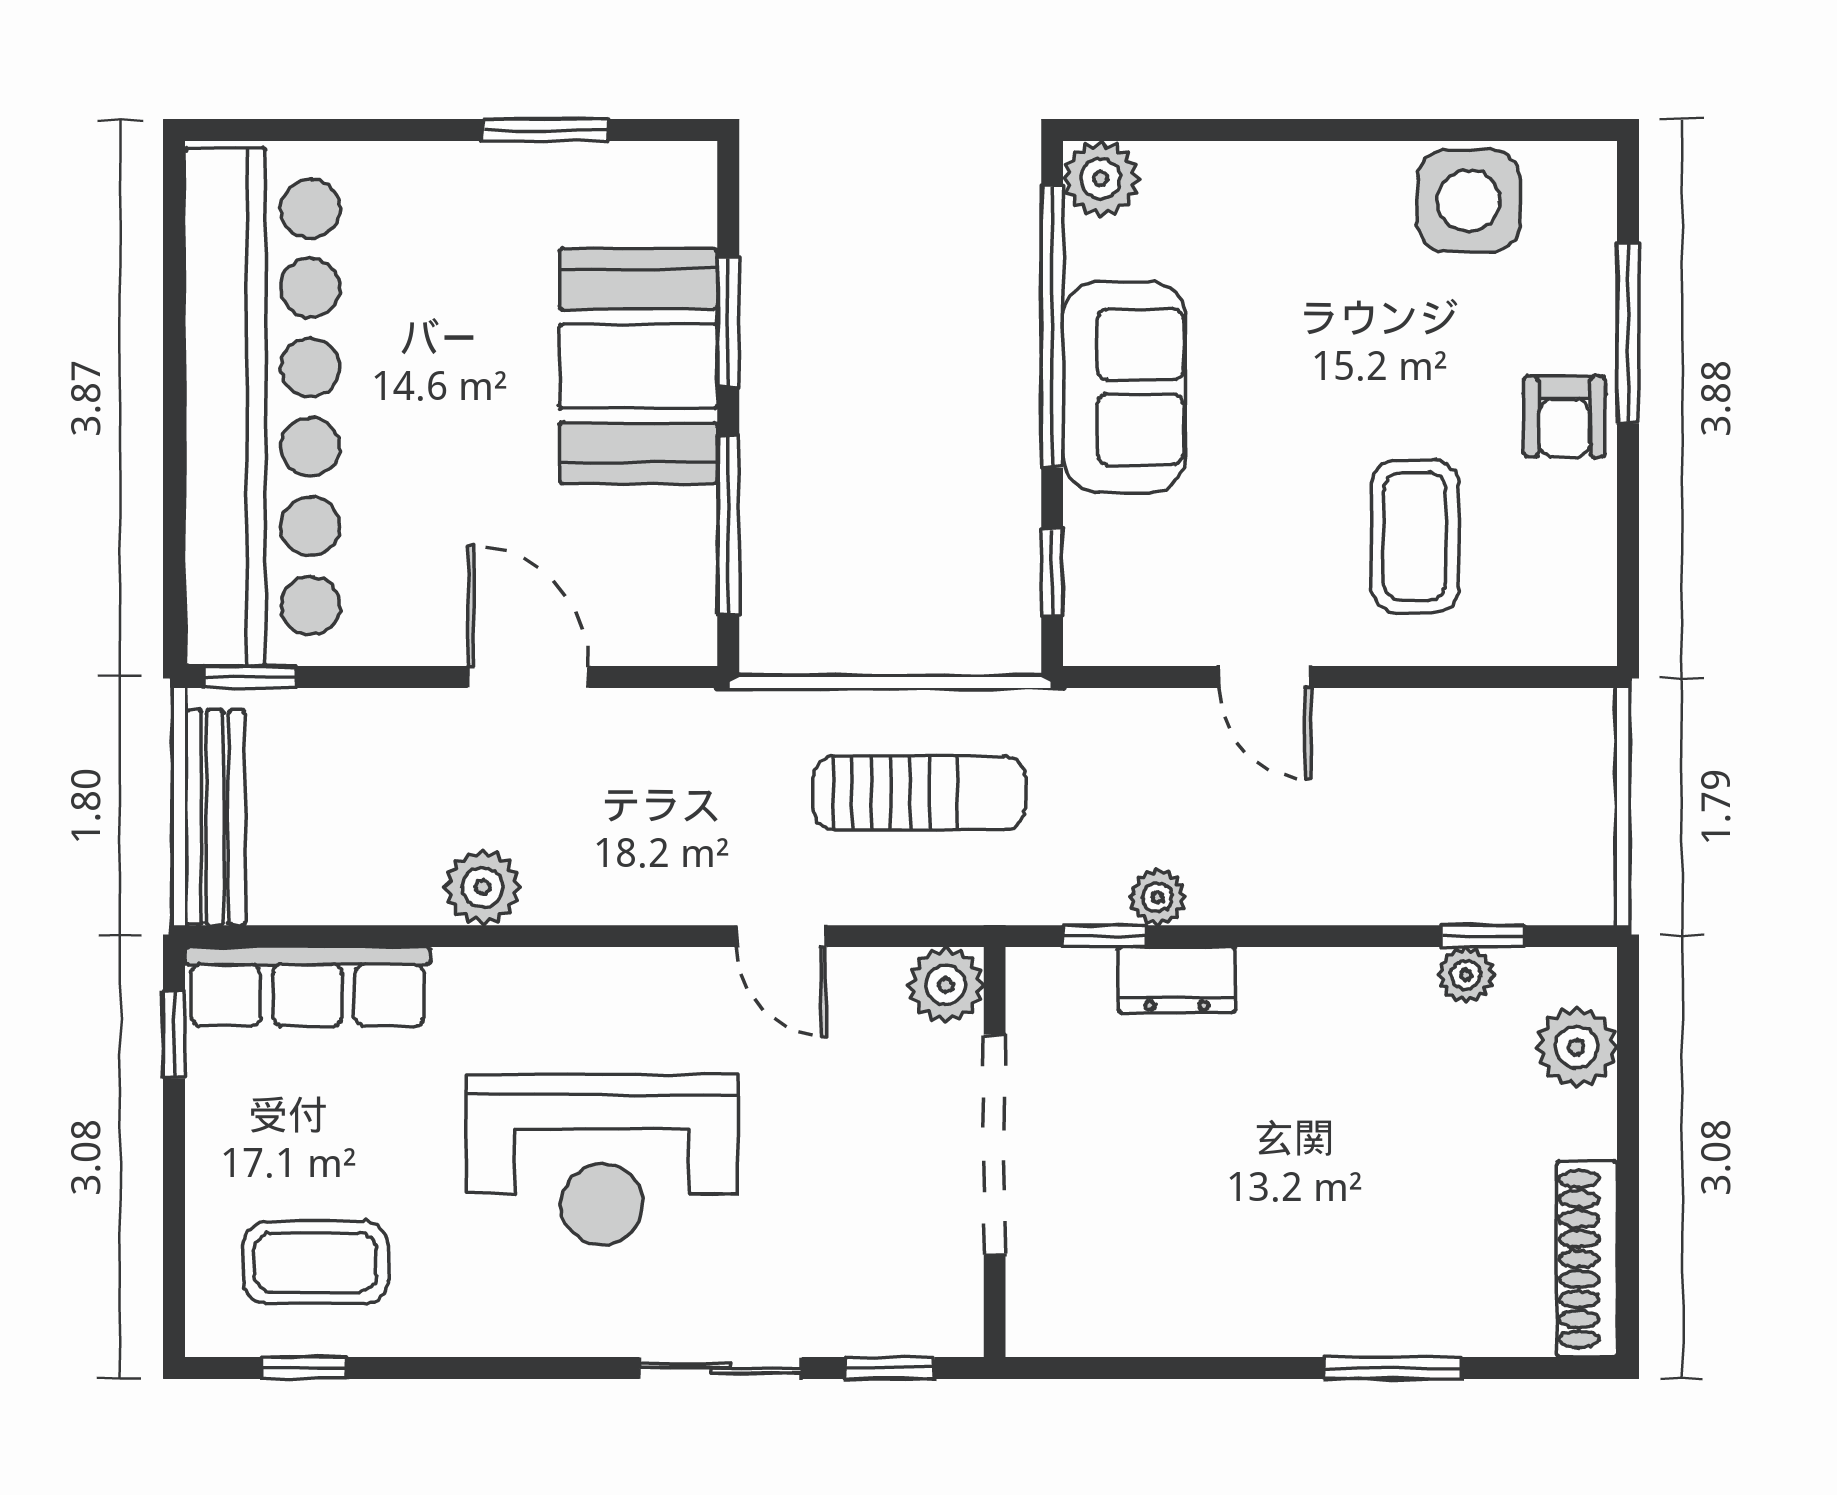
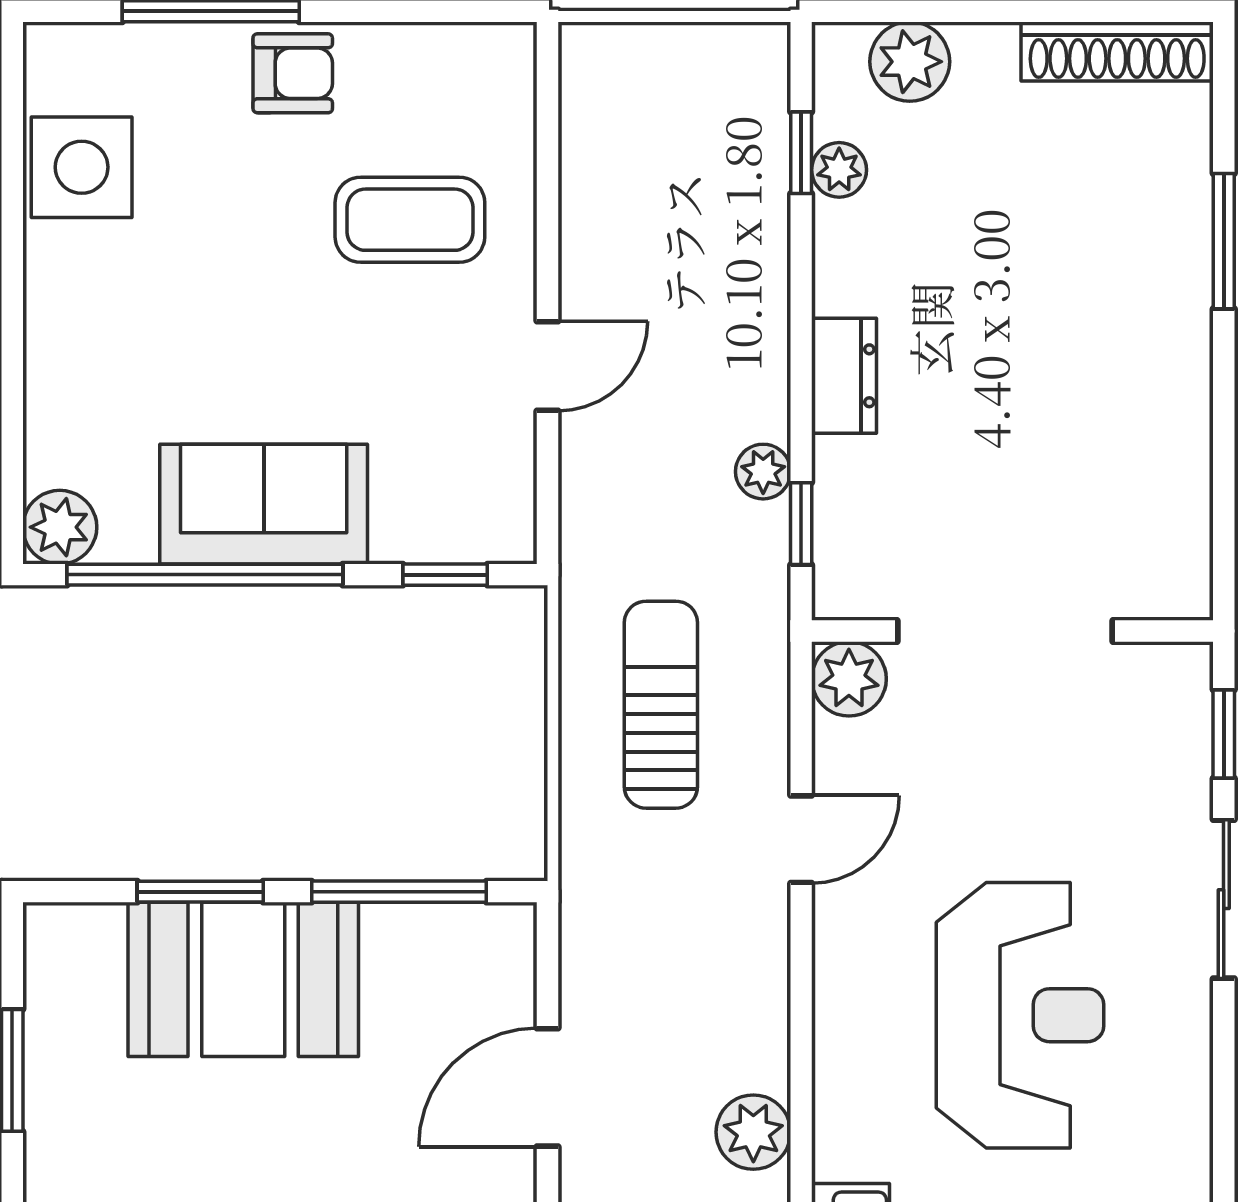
dresser: (1177, 980) -> (844, 376), moved

